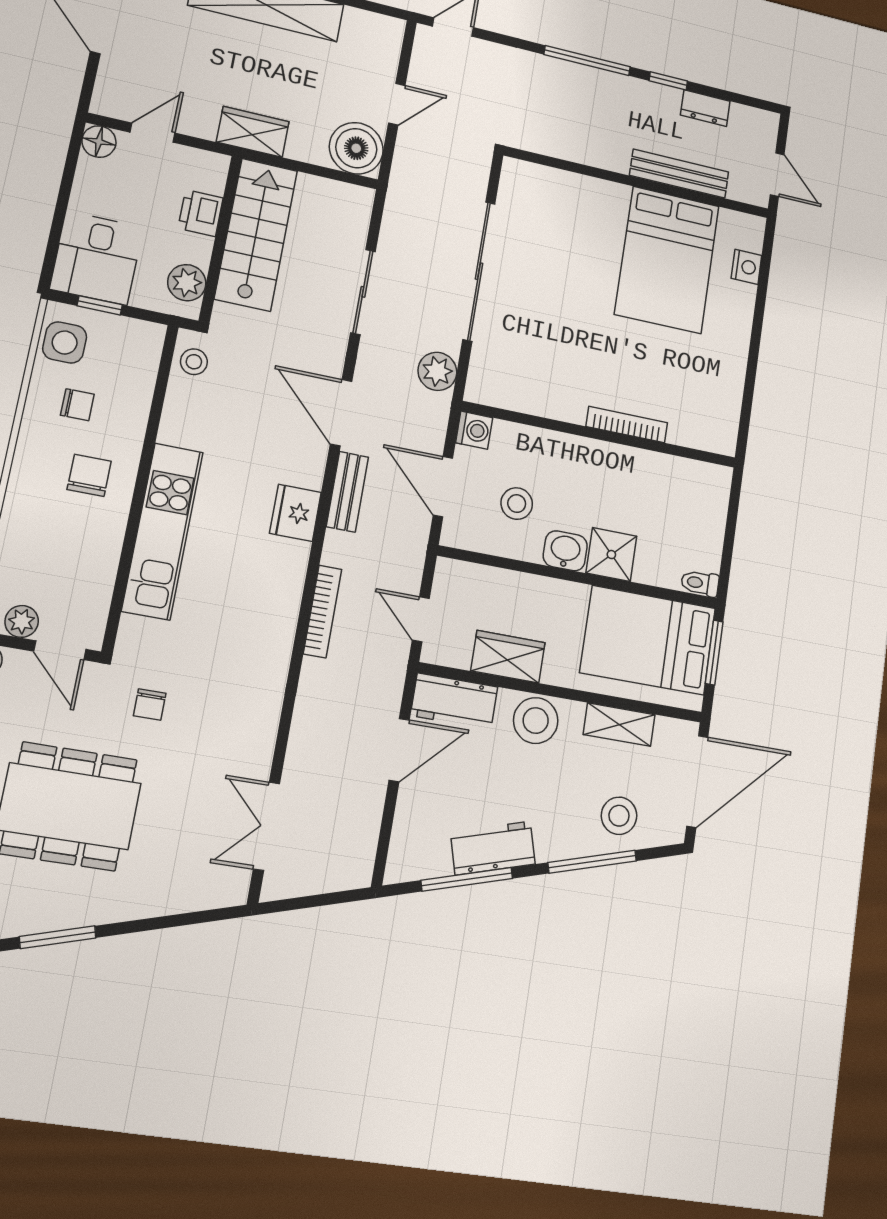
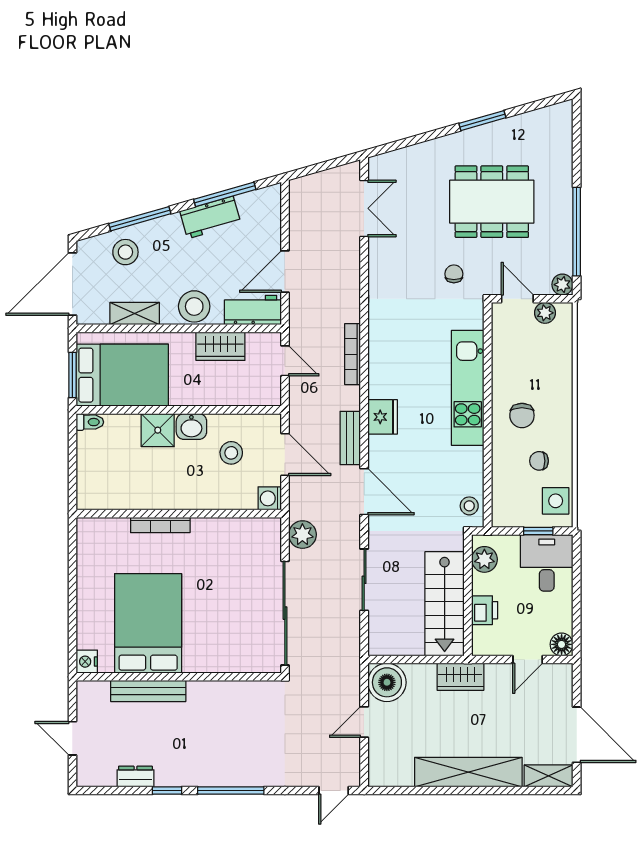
bench: (679, 174) -> (148, 691), moved
wall: (638, 182) -> (179, 677), moved
bed: (667, 260) -> (148, 623), moved

